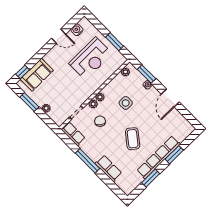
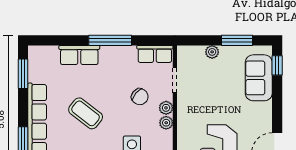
window: (151, 178) -> (23, 74), moved

